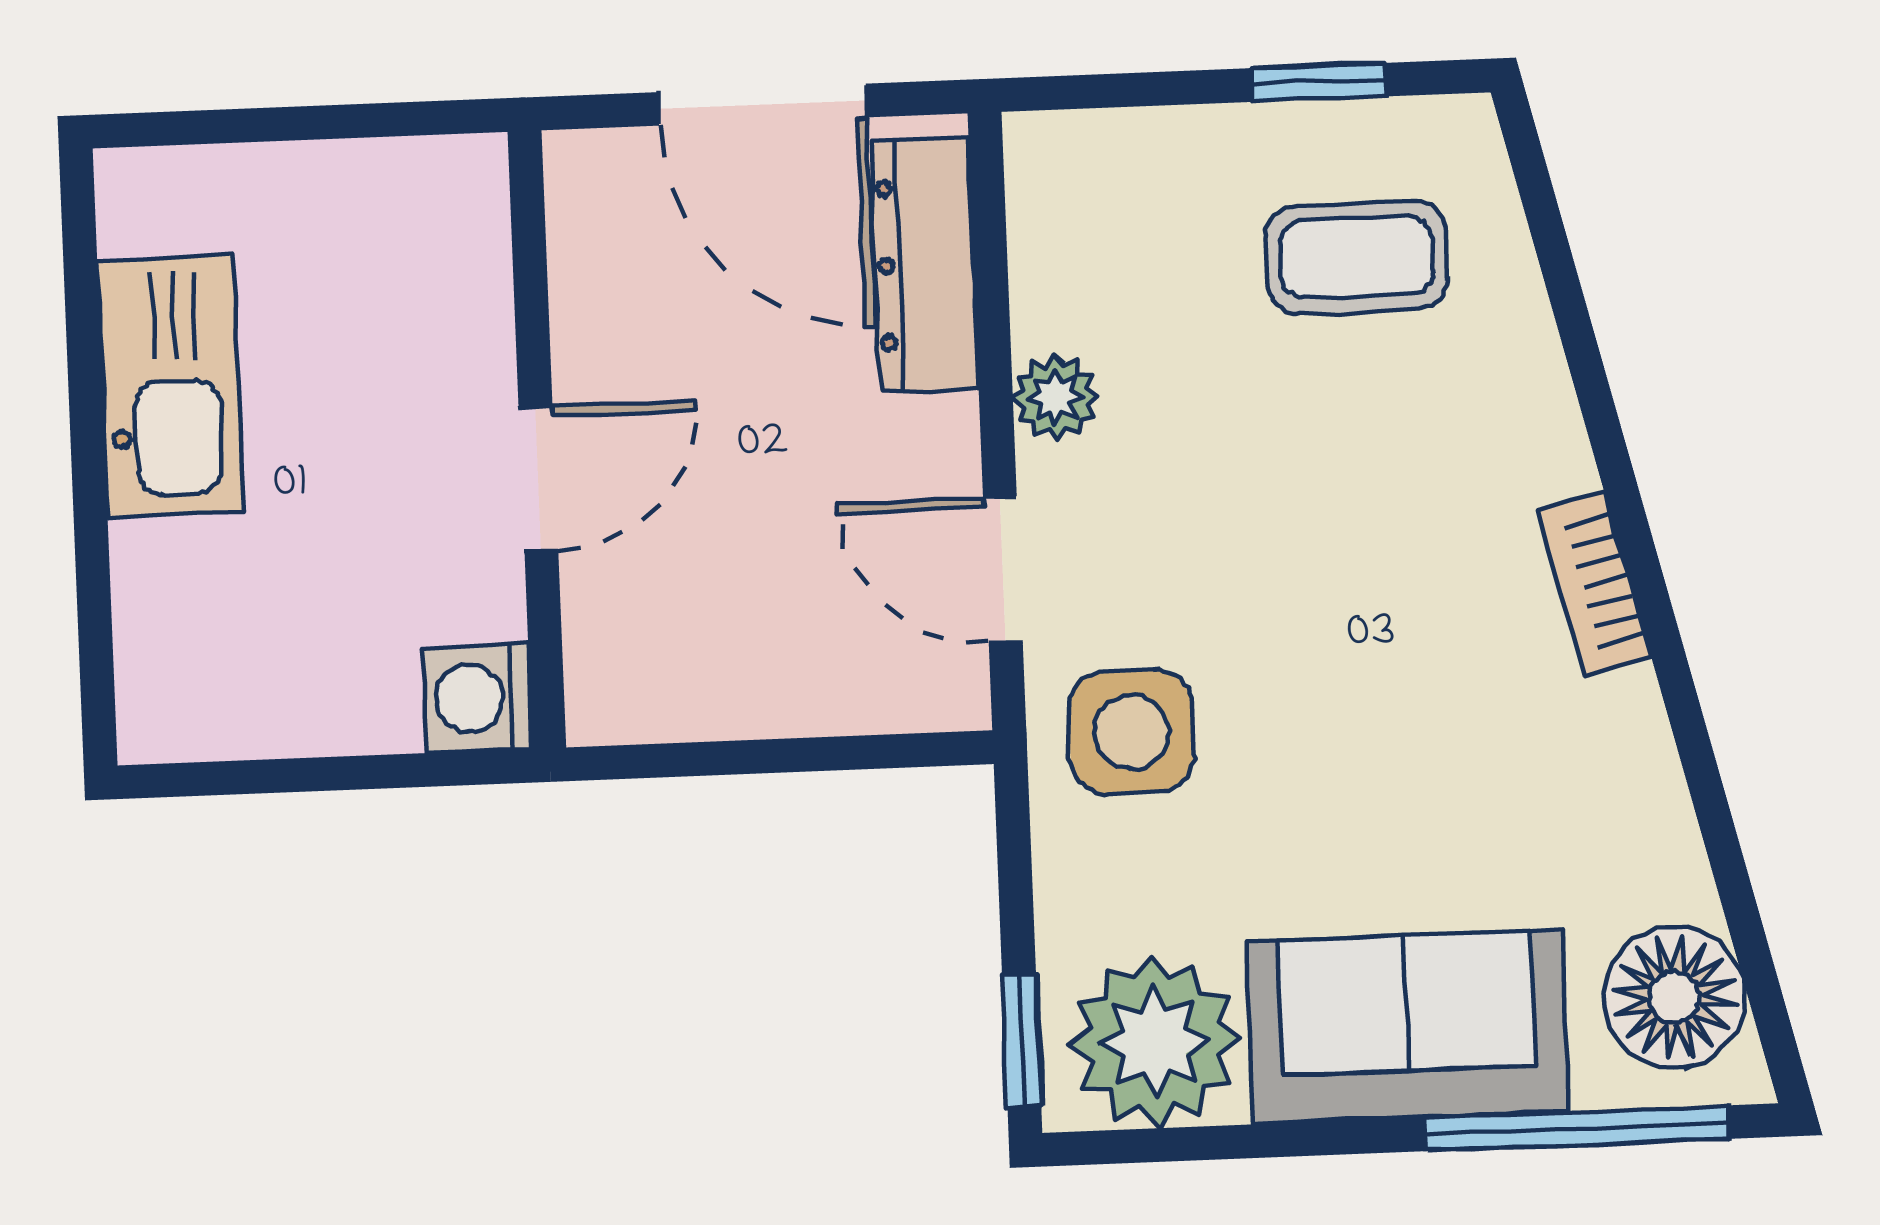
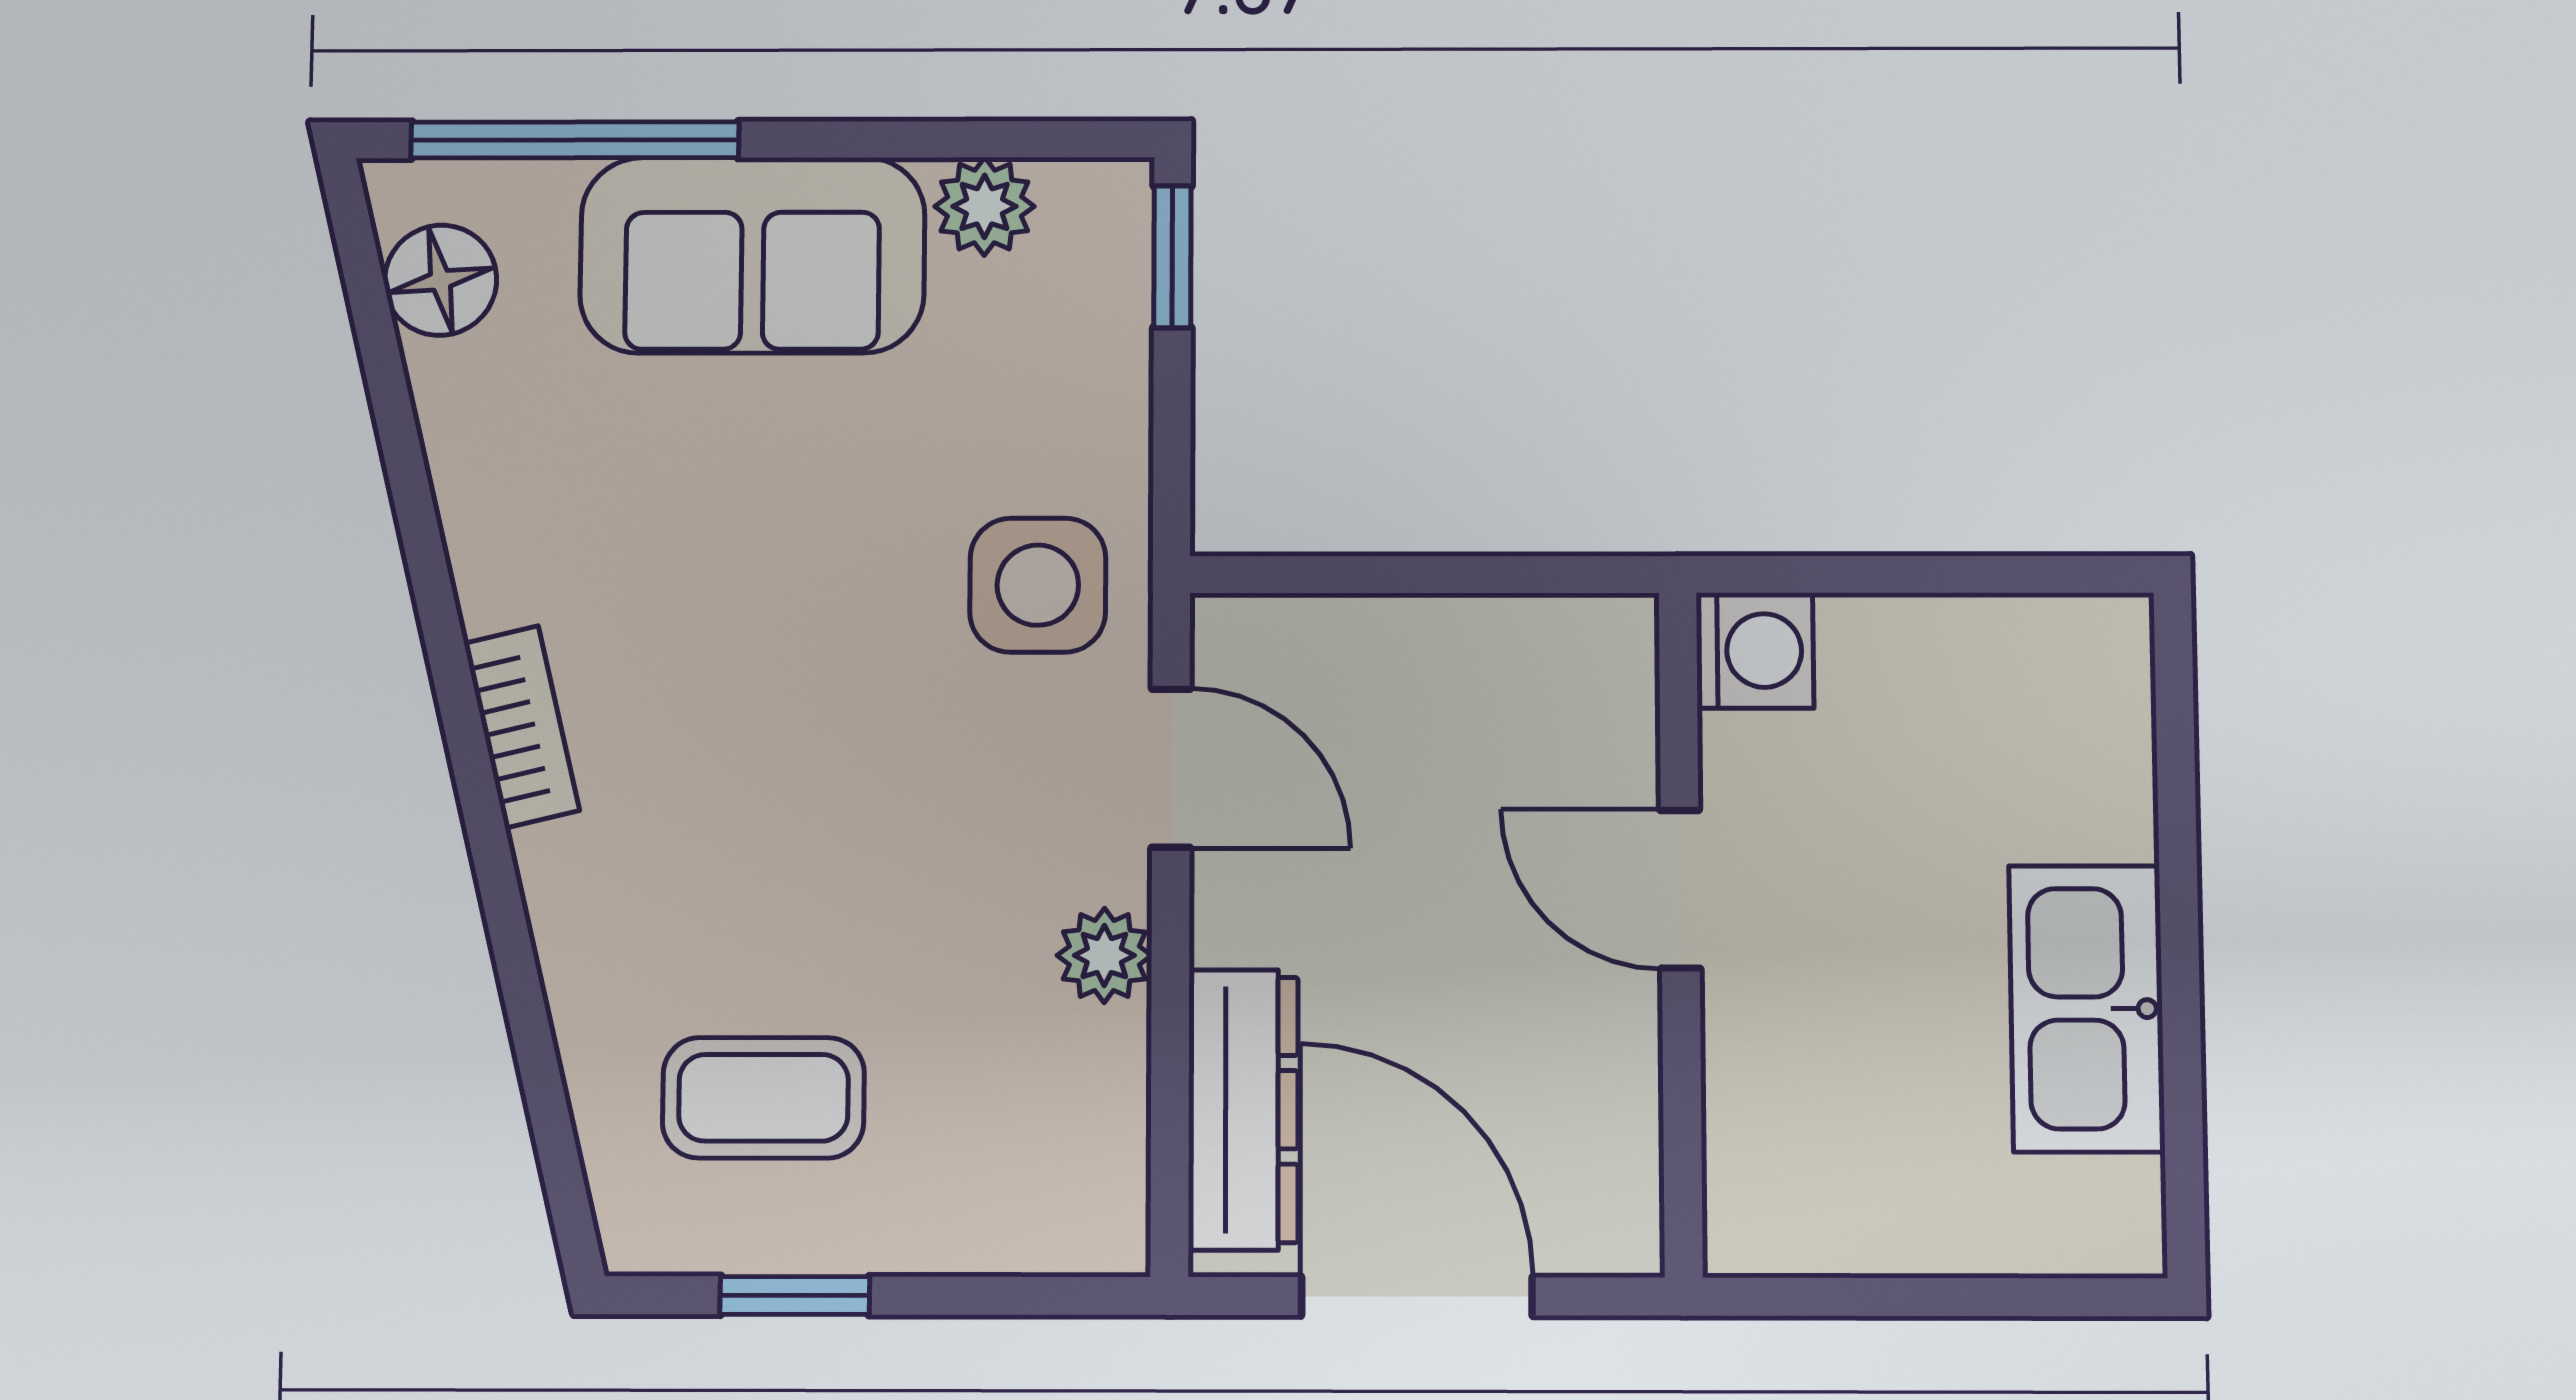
door: (538, 479) -> (1680, 889), hinge flipped
floor lamp: (1674, 998) -> (441, 280), width x0.73, depth x0.73
plant: (1155, 1042) -> (984, 206), width x0.53, depth x0.53

